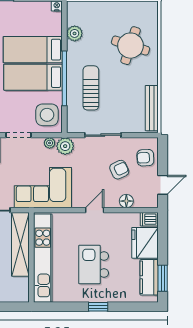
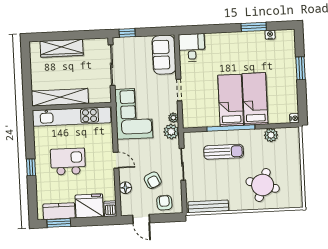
side table: (47, 115) -> (198, 114), removed
shelving: (20, 244) -> (60, 97), moved

